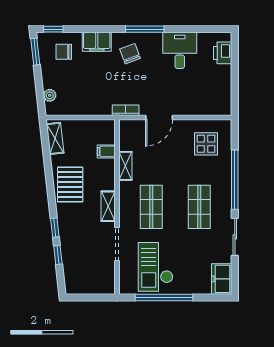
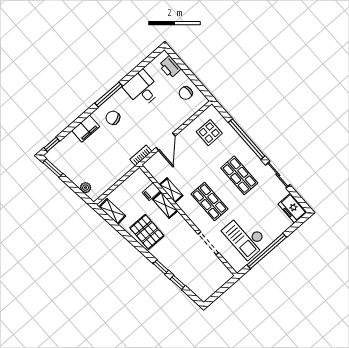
chair: (64, 52) -> (186, 93), moved
shelving: (108, 206) -> (165, 205), moved

